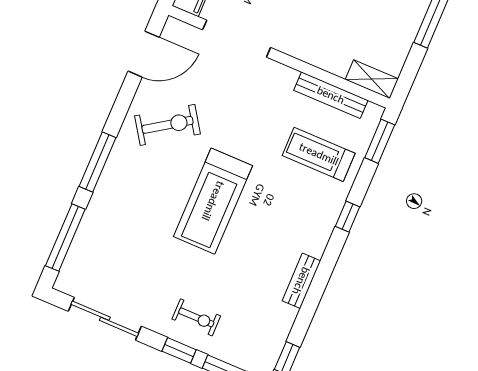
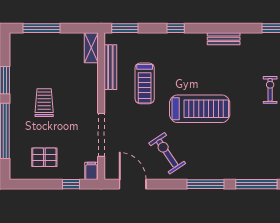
treadmill: (319, 154) -> (145, 83), moved

